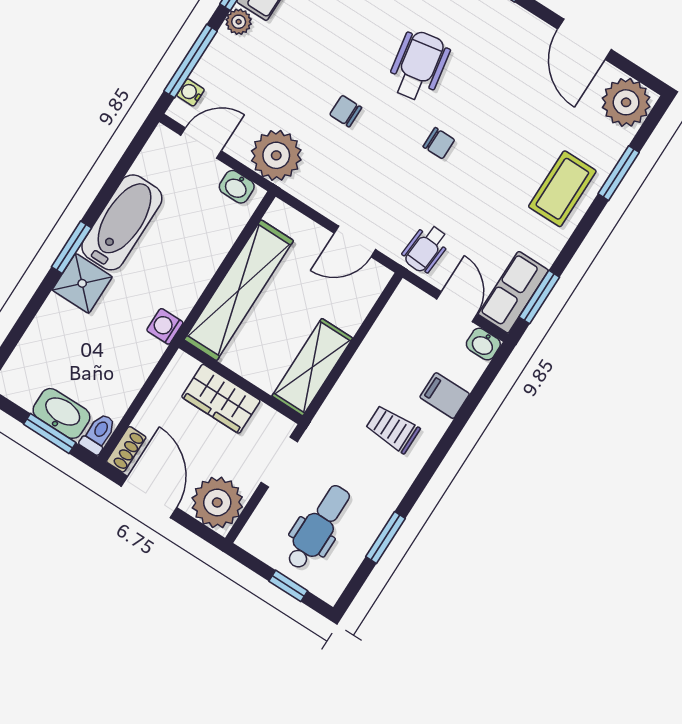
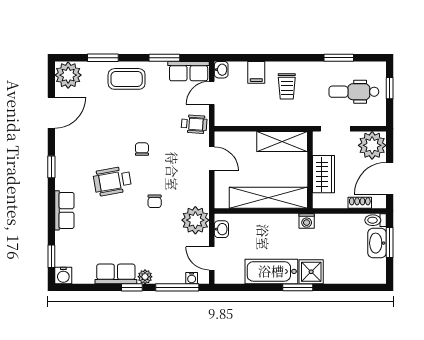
window: (539, 297) -> (164, 58), moved
shoe rack: (126, 449) -> (360, 203), moved

